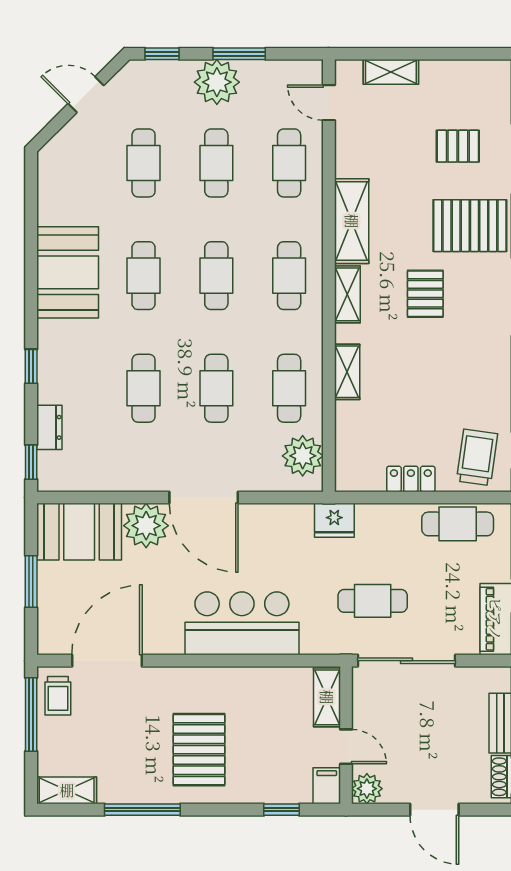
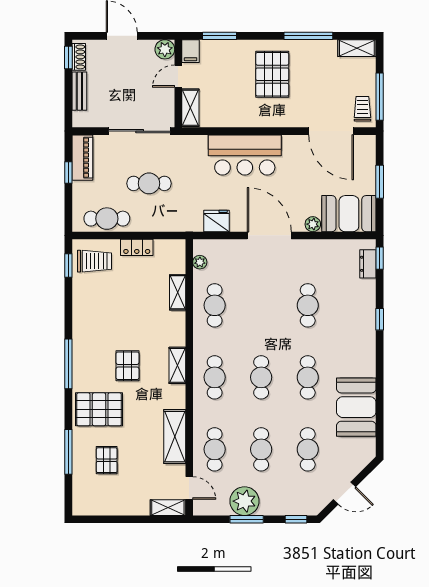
shelving: (391, 72) -> (168, 508), moved
plant: (217, 82) -> (244, 501), moved
pallet: (458, 146) -> (107, 460), turned 90
shelving: (352, 221) -> (175, 437), moved
booth: (68, 272) -> (356, 407), moved
shelving: (347, 372) -> (178, 292), moved
cafe table: (216, 388) -> (261, 305), removed
dresser: (49, 427) -> (368, 264), moved
plant: (303, 456) -> (200, 262), width x0.53, depth x0.53
trolley: (477, 457) -> (94, 261), turned -98
fridge: (334, 520) -> (216, 221), moved
plant: (146, 526) -> (313, 224), width x0.53, depth x0.53
cafe table: (373, 601) -> (149, 183), moved
door: (107, 661) -> (331, 131), hinge flipped
door: (346, 747) -> (178, 76), hinge flipped
window: (281, 810) -> (220, 36), width x1.50

